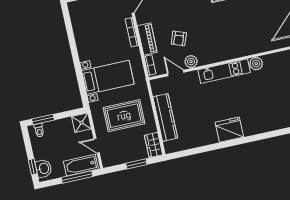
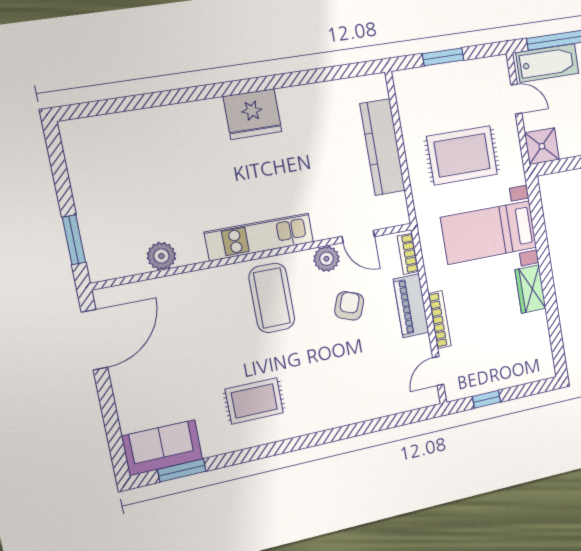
coffee table: (217, 42) -> (272, 298), added
plant: (256, 64) -> (161, 256), moved
wardrobe: (154, 145) -> (530, 289), moved, turned 180

